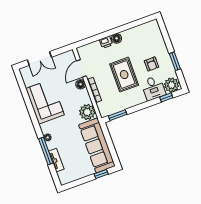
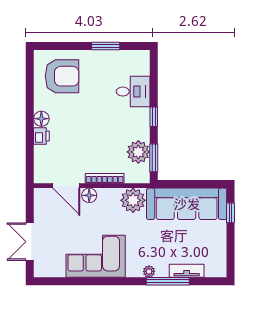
double door: (39, 59) -> (30, 242), swing flipped
armchair: (152, 64) -> (62, 76), moved, width x1.88, depth x1.88
rug: (124, 75) -> (98, 127), removed
plant: (172, 85) -> (138, 152), moved
window: (166, 97) -> (154, 117), moved

